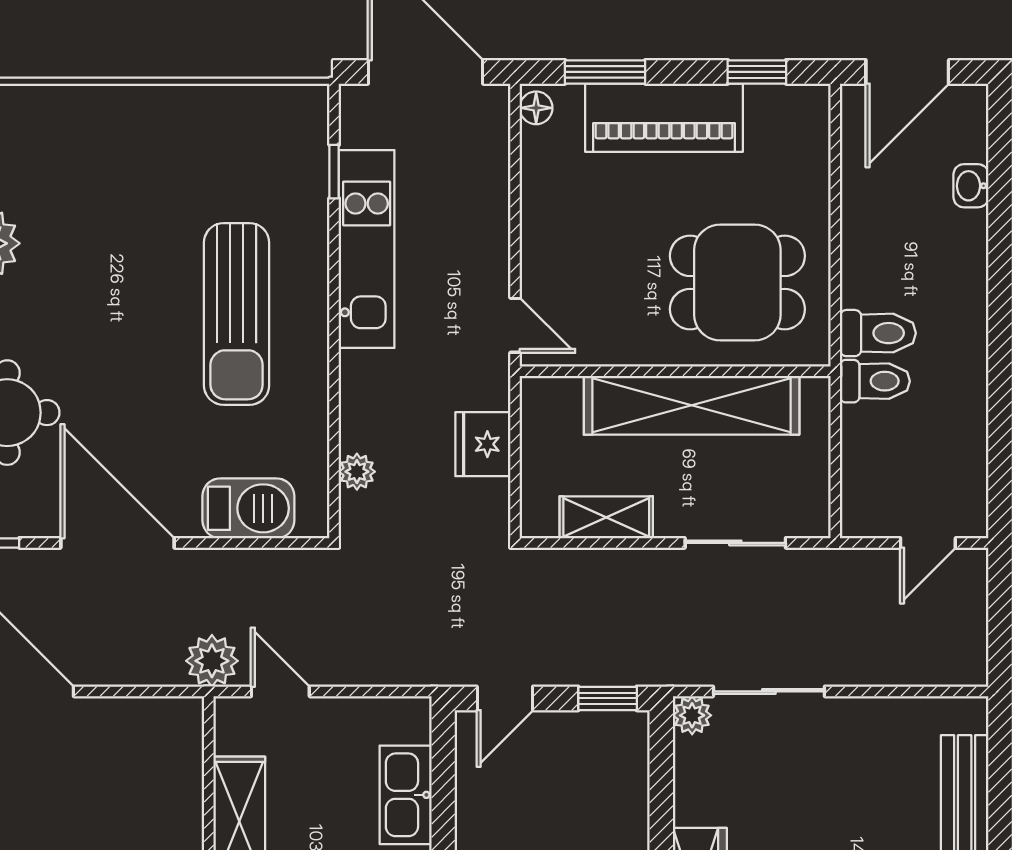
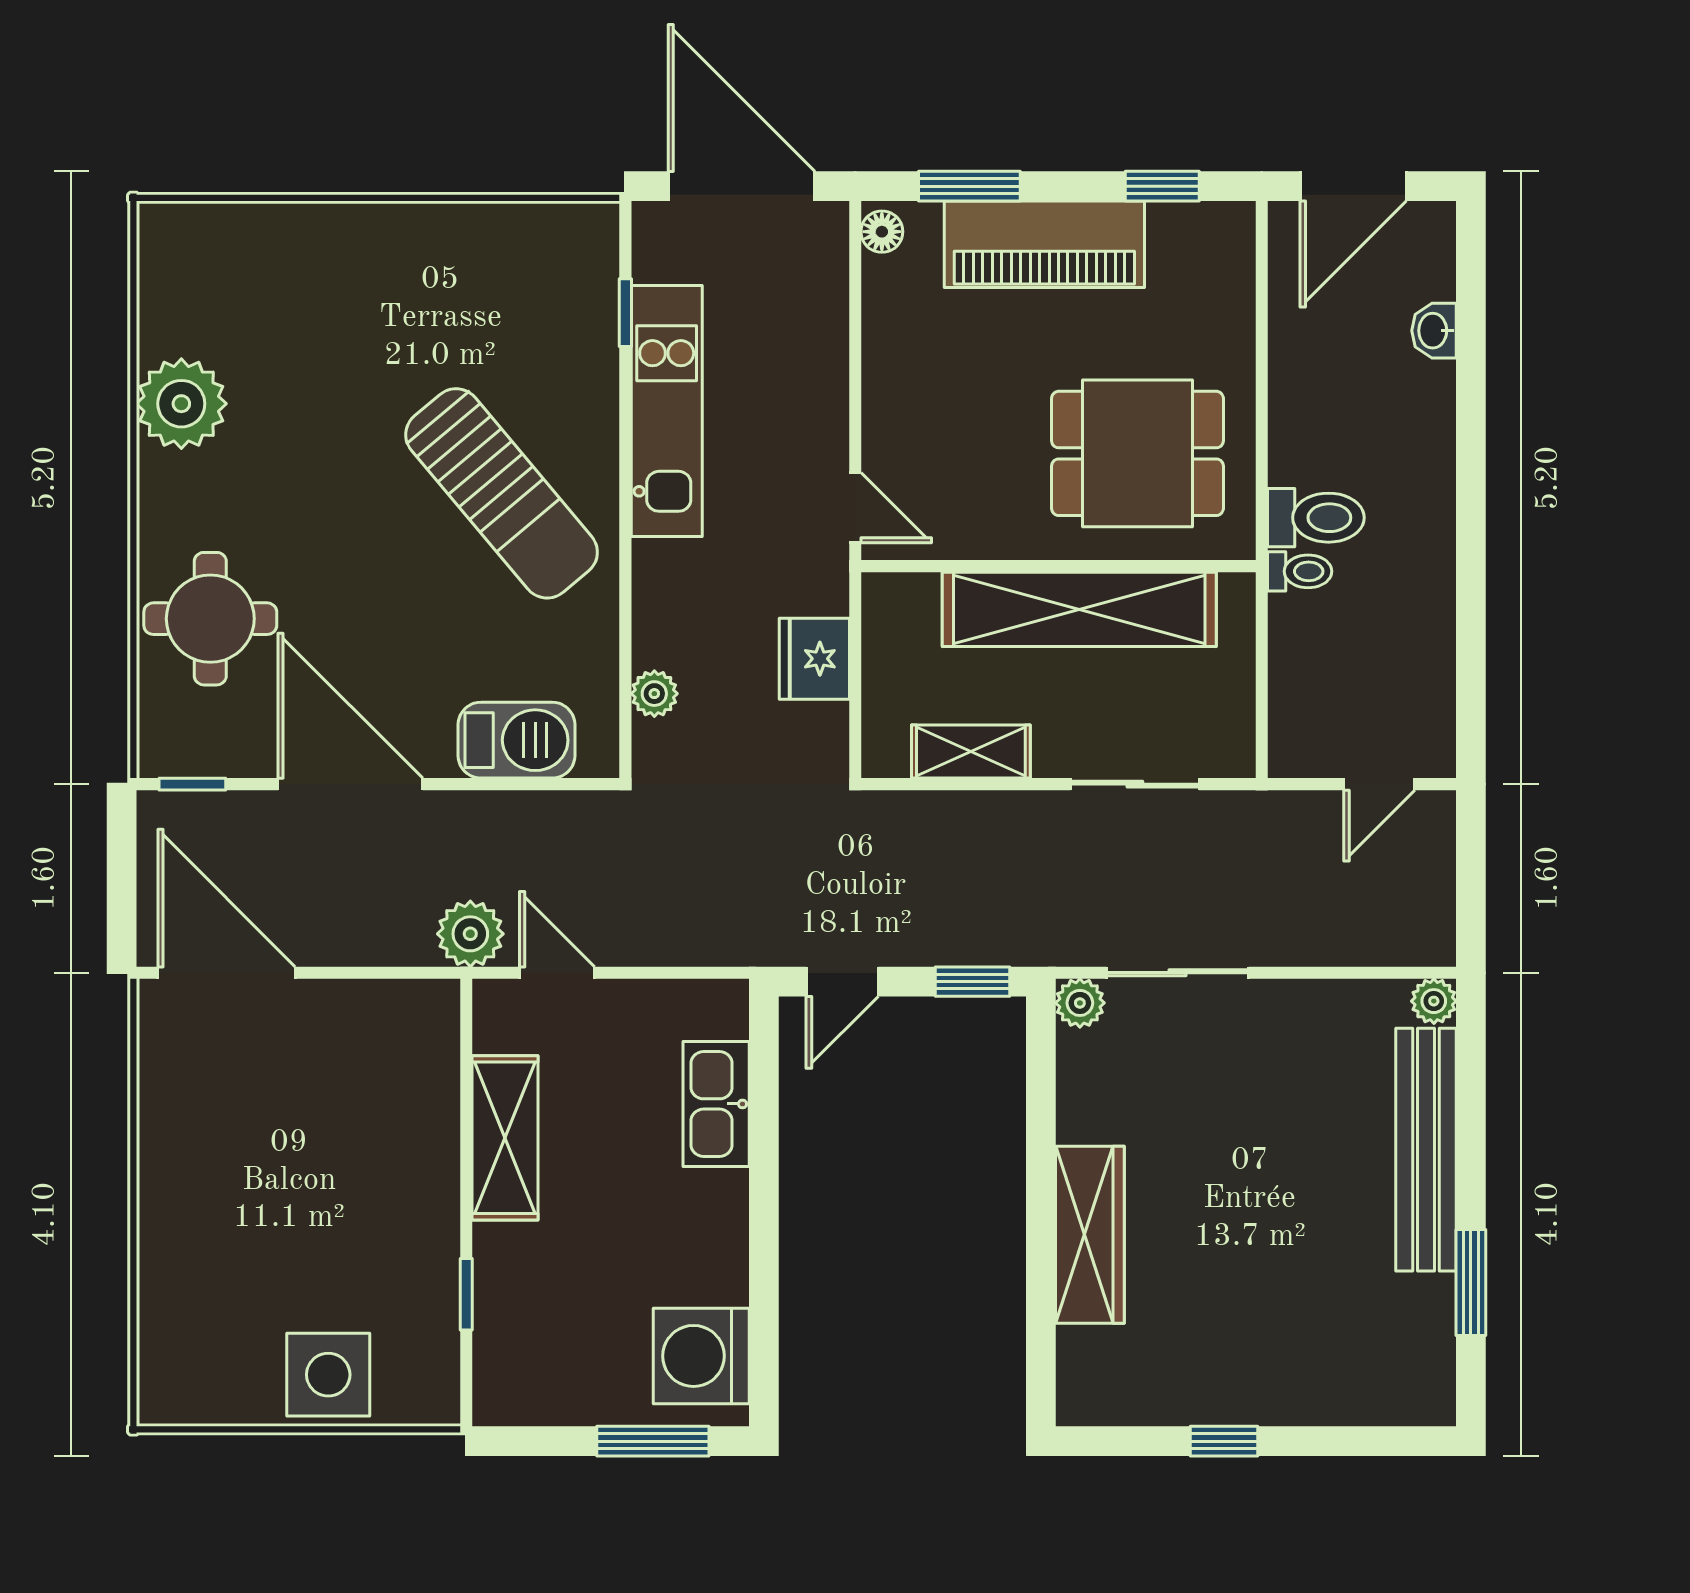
sun lounger: (237, 314) -> (502, 493), turned -40
toilet: (875, 381) -> (1300, 571), width x0.73, depth x0.72
plant: (971, 714) -> (1434, 1001), added

